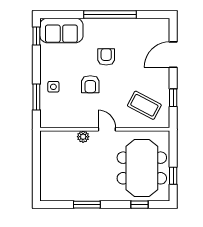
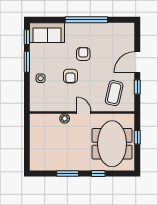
door: (173, 55) -> (137, 62), moved
window: (36, 97) -> (27, 62), moved
coffee table: (144, 105) -> (114, 93), turned 75
window: (173, 176) -> (137, 137), moved
window: (140, 205) -> (98, 173), moved

